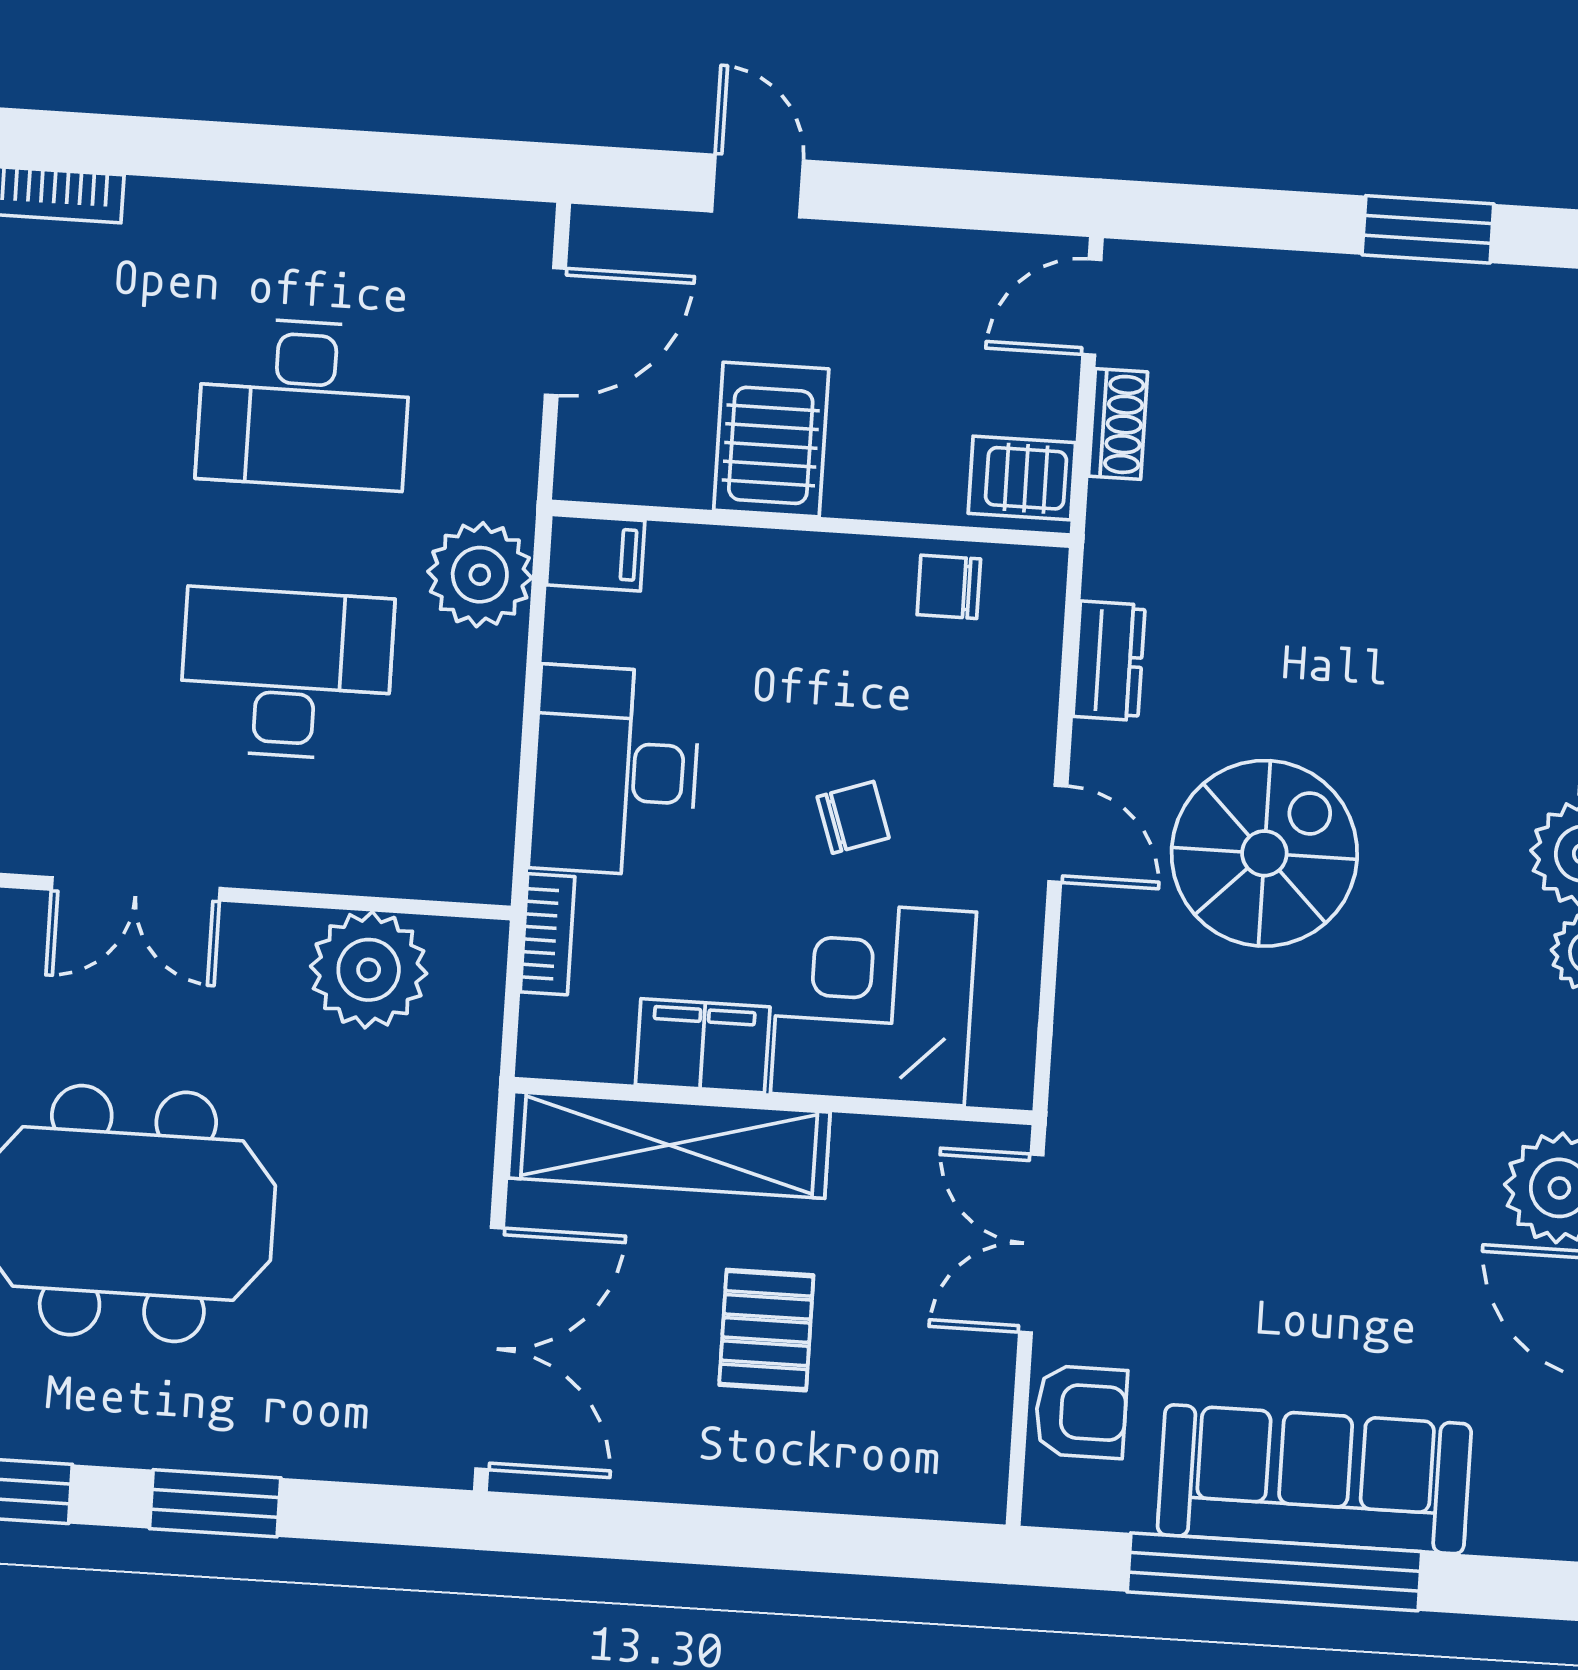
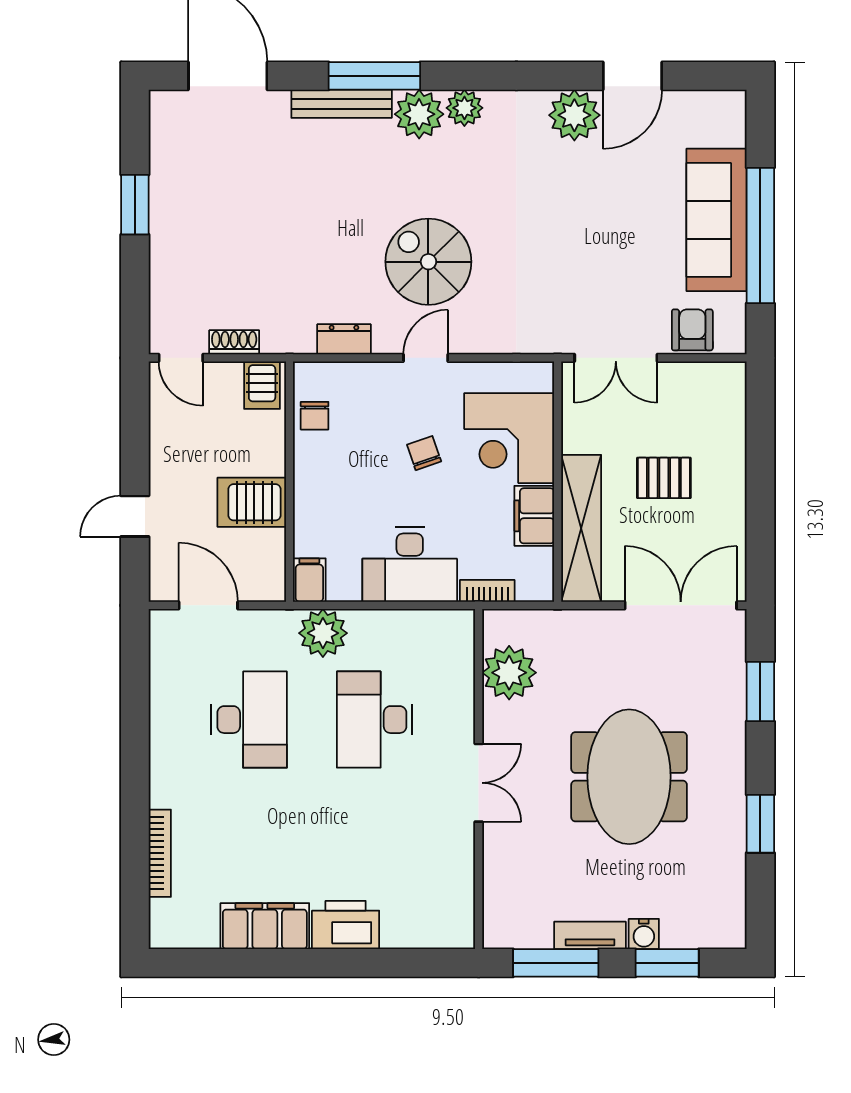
window: (215, 1503) -> (760, 692), moved

